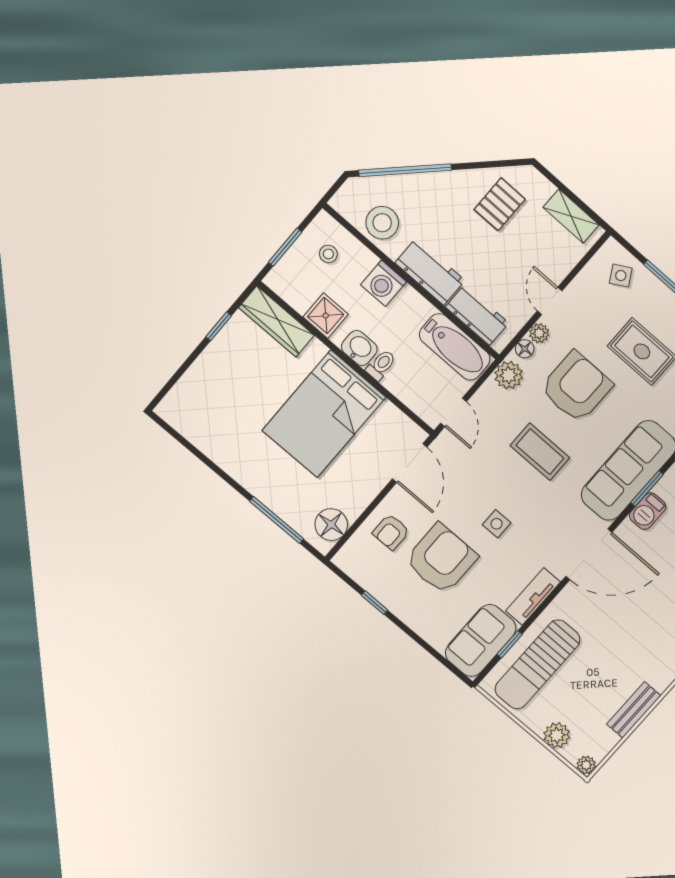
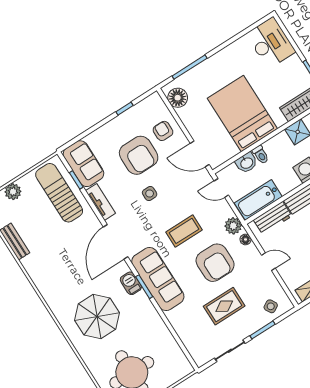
plant: (539, 333) -> (252, 250), removed
washbasin: (359, 348) -> (246, 163), moved
desk: (197, 402) -> (271, 43), added

